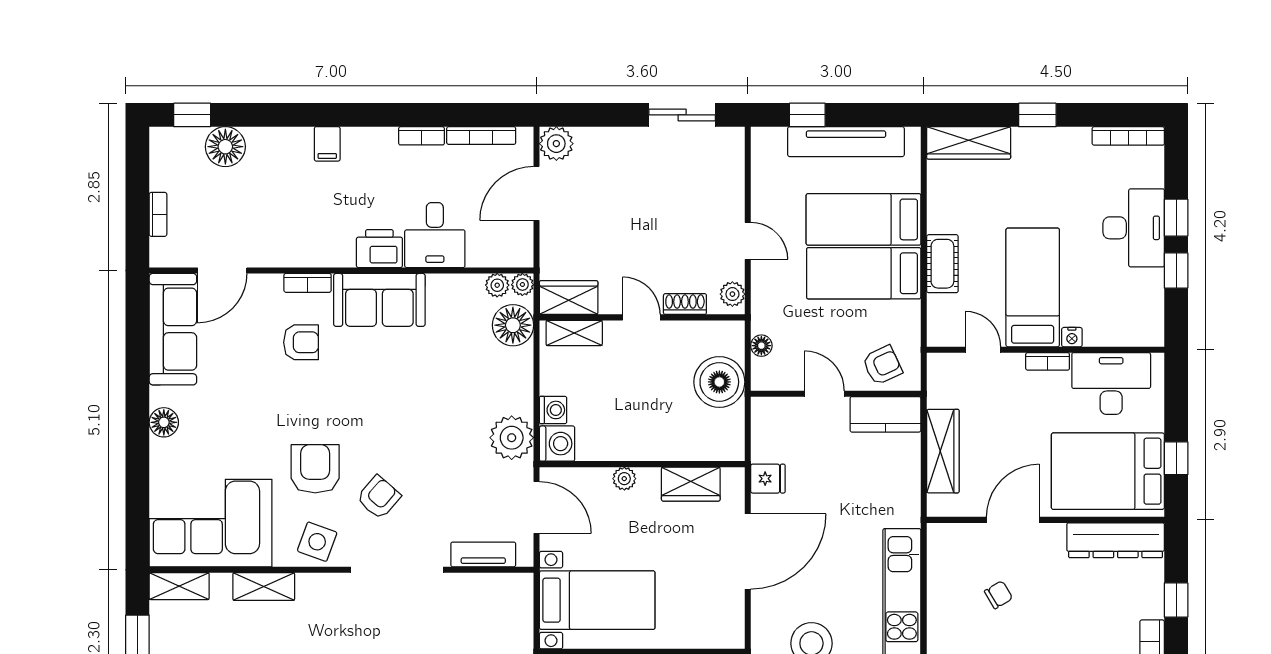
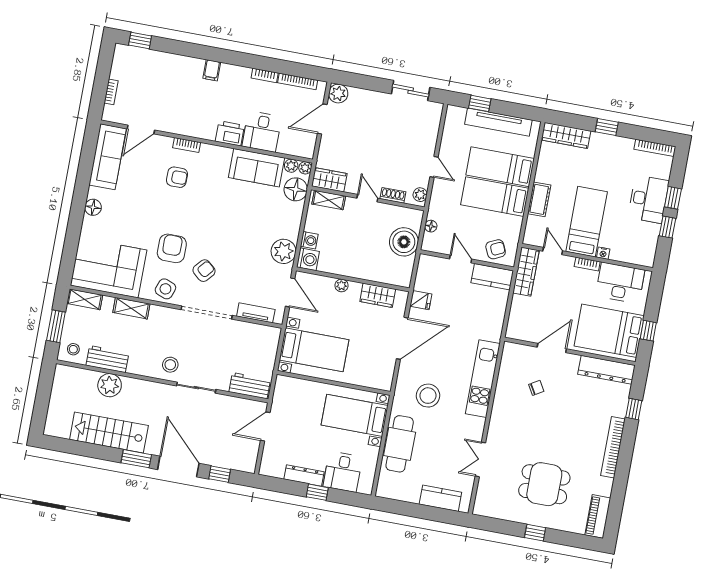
floor lamp: (225, 147) -> (155, 61), removed
sofa: (379, 300) -> (257, 168), moved
wardrobe: (943, 451) -> (526, 272), moved

